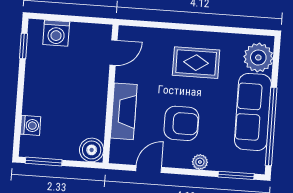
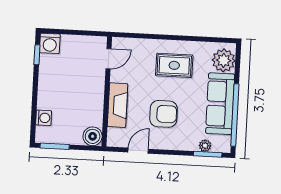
washing machine: (56, 33) -> (50, 43), moved
plant: (200, 162) -> (205, 146), moved

